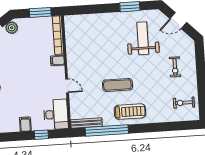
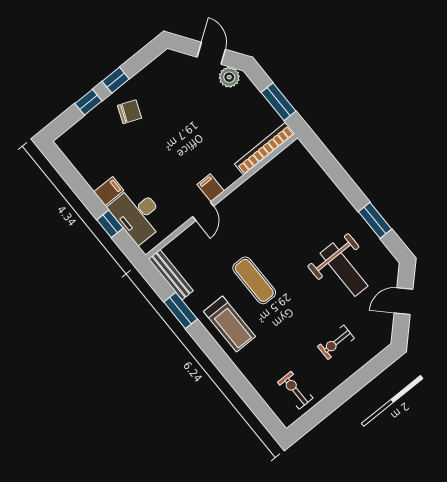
door: (178, 21) -> (403, 301), hinge flipped
weight bench: (143, 38) -> (344, 270), turned 90
filing cabinet: (57, 60) -> (211, 188), moved
desk: (56, 114) -> (138, 214), moved, turned 90
window: (107, 130) -> (181, 311), width x0.47

